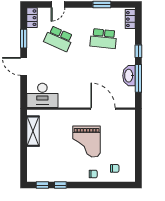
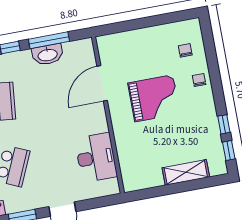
desk: (42, 95) -> (96, 158), moved
shelving: (33, 131) -> (186, 172), moved

